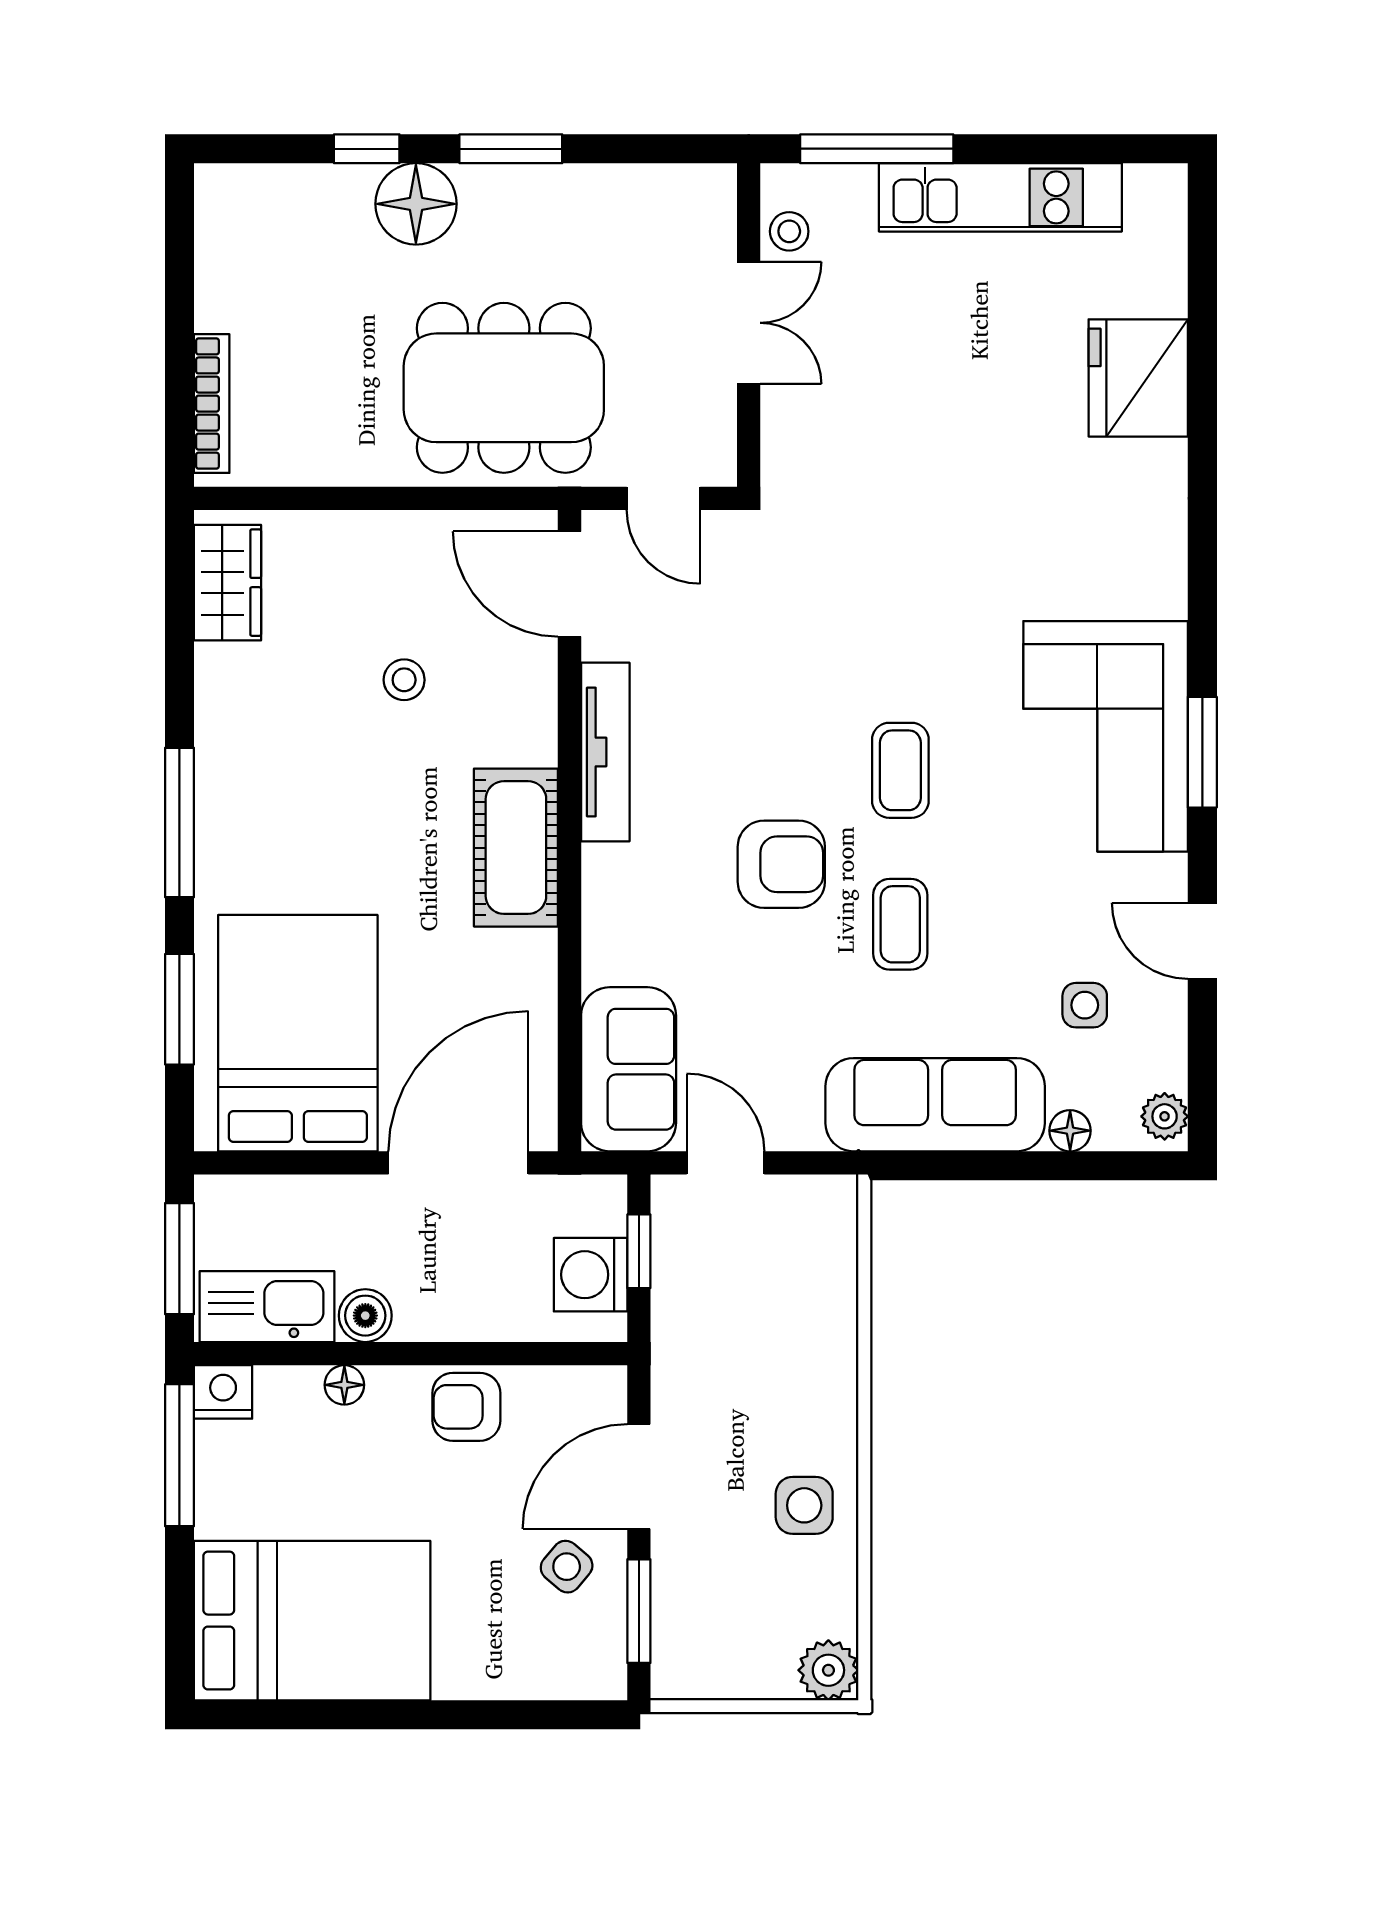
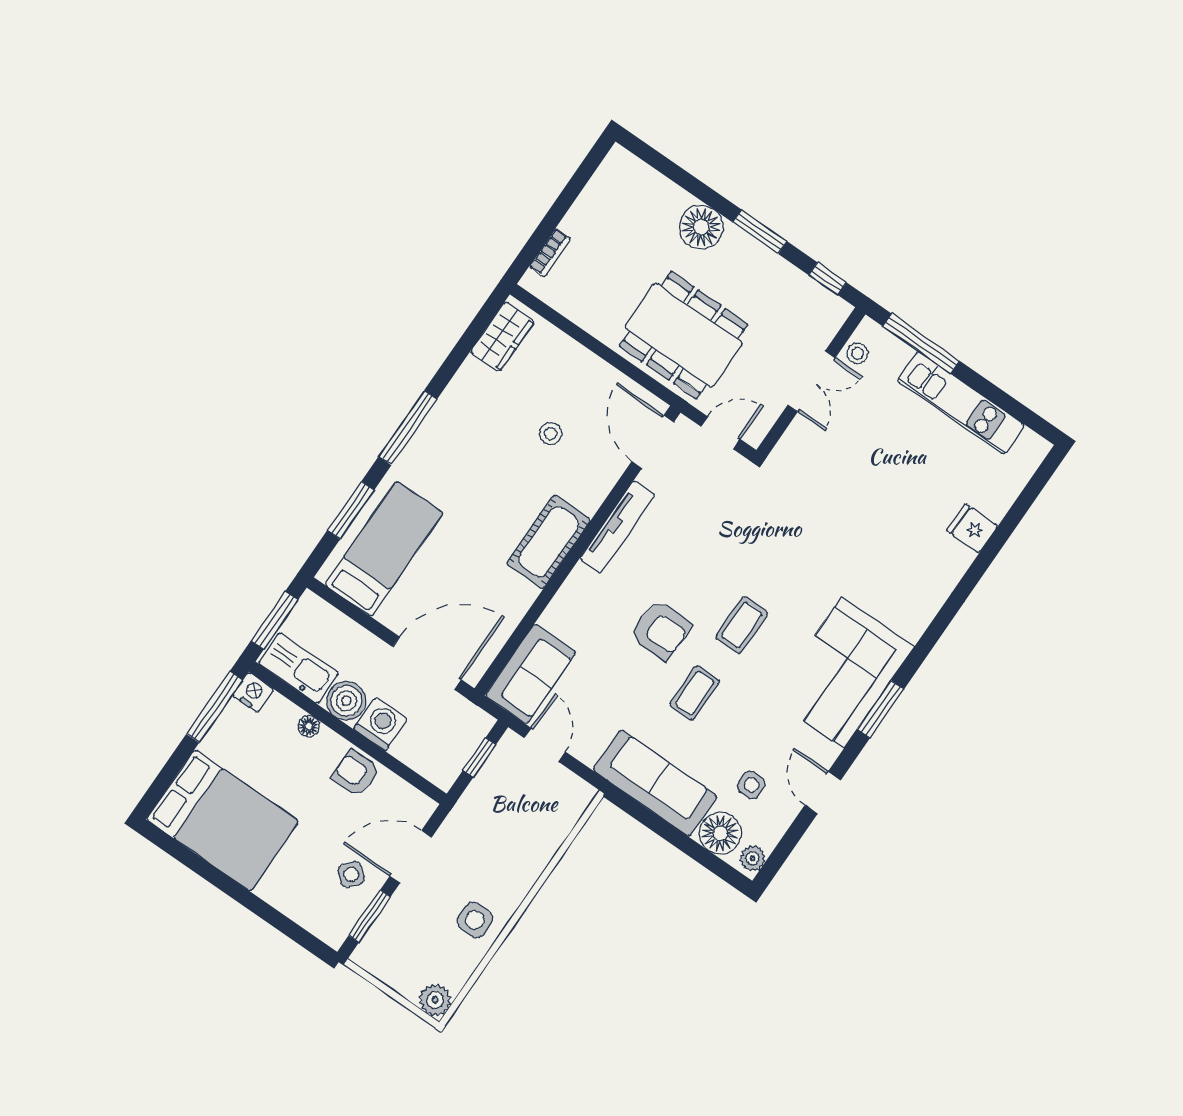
window: (367, 149) -> (828, 279), moved
fridge: (1138, 378) -> (972, 528), width x0.53, depth x0.75
bookcase: (212, 404) -> (550, 253), width x0.64
door: (663, 498) -> (720, 433), swing flipped
bed: (298, 1033) -> (384, 549), width x0.67
floor lamp: (1070, 1131) -> (720, 833), width x1.89, depth x1.89
washing machine: (591, 1275) -> (381, 724), moved, turned 90
boiler: (365, 1316) -> (346, 701), width x1.36, depth x1.36

